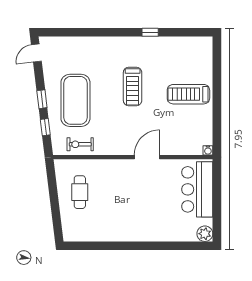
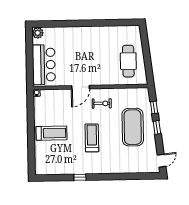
exercise bike: (80, 144) -> (102, 103), moved
cafe table: (80, 192) -> (128, 61), width x1.37, depth x1.35

